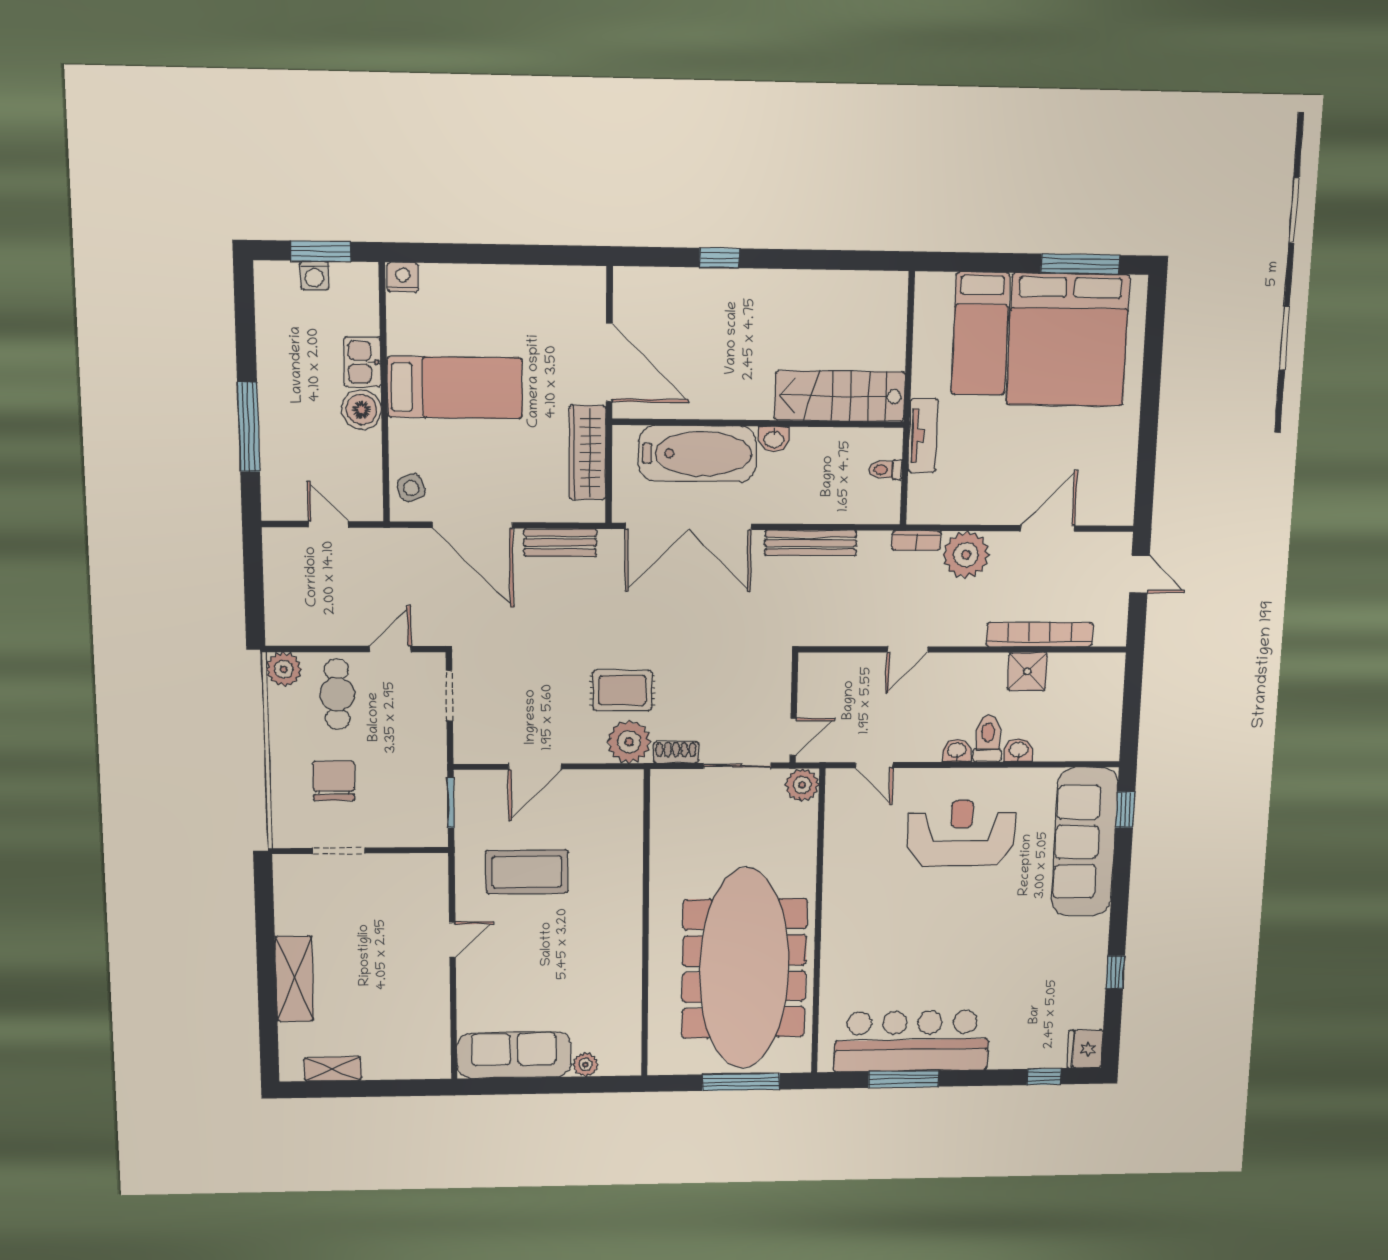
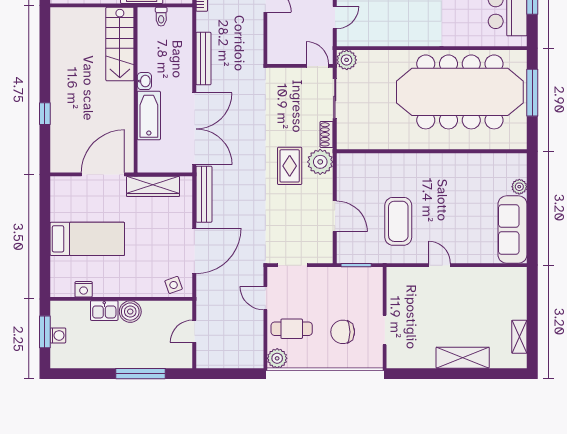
nightstand: (403, 277) -> (84, 289), moved, turned -90
bed: (455, 388) -> (87, 239), moved, turned 90
bathtub: (697, 454) -> (149, 115), width x0.73, depth x0.73
bench: (560, 543) -> (204, 194), width x1.36

